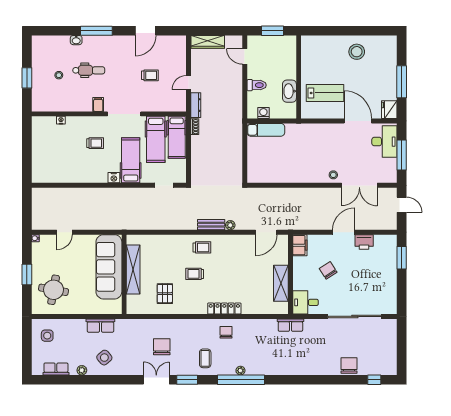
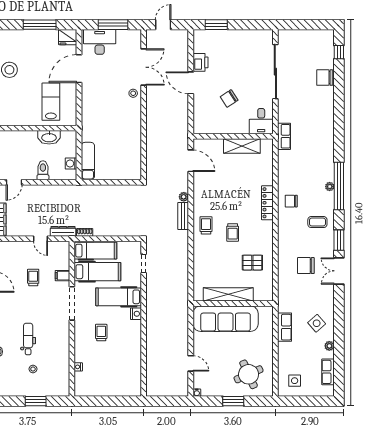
filing cabinet: (98, 104) -> (62, 276), moved
filing cabinet: (300, 245) -> (204, 127), removed
round table: (54, 290) -> (249, 374), turned -34

